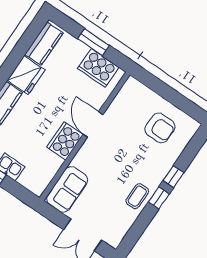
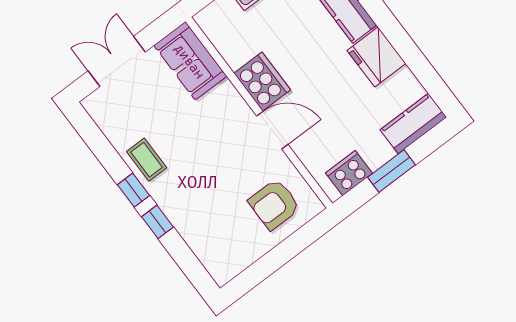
kitchen counter: (44, 44) -> (413, 123), moved, turned 90
cooker: (98, 68) -> (349, 173), width x0.73, depth x0.76
armchair: (160, 128) -> (274, 204), moved

